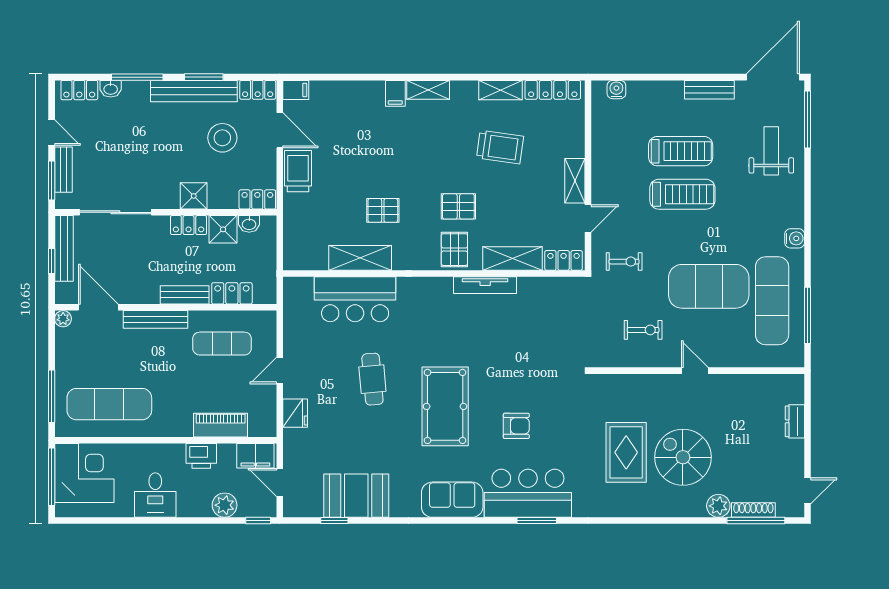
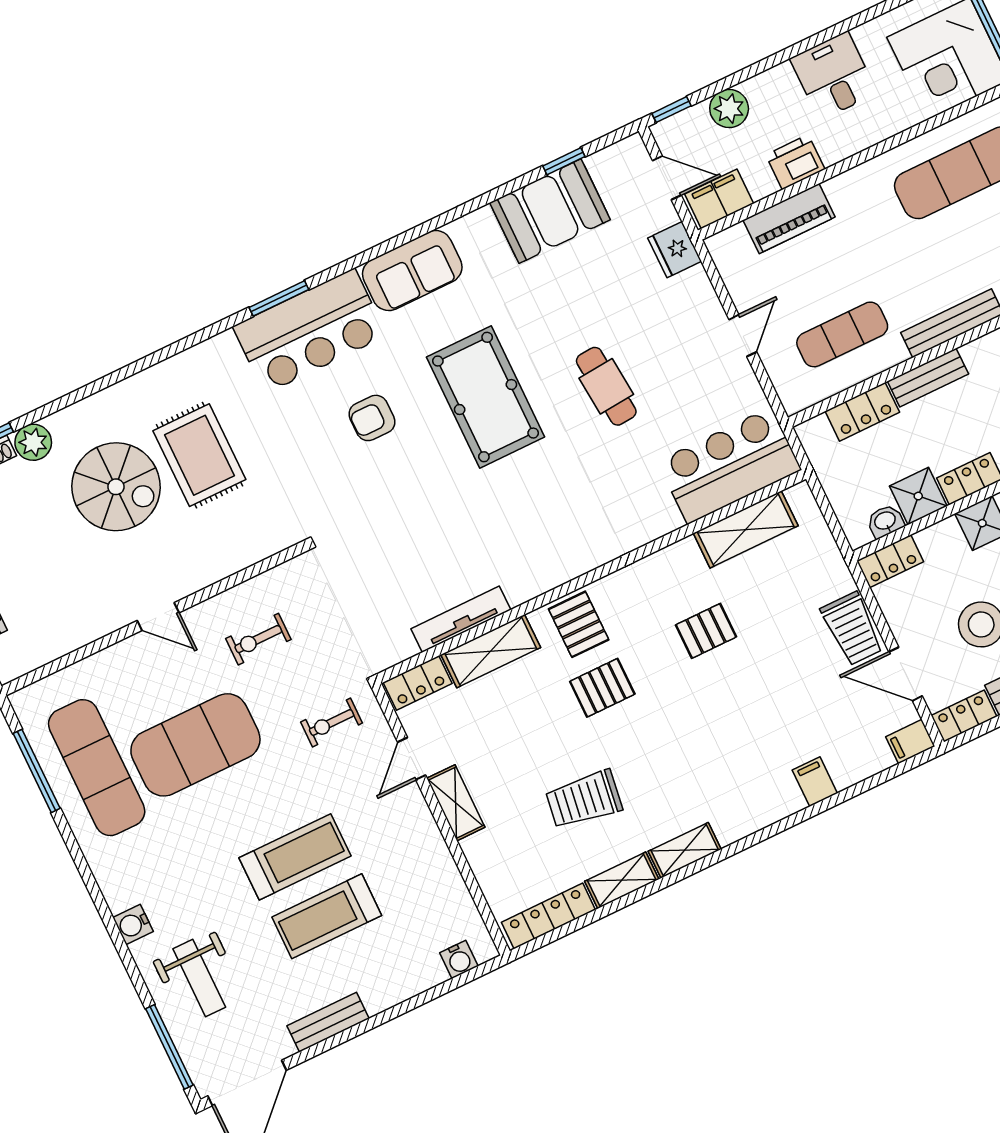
shelving: (428, 90) -> (685, 850), moved
filing cabinet: (395, 93) -> (815, 782), moved
treadmill: (682, 194) -> (295, 857), turned 180
water cooler: (795, 238) -> (133, 924), moved
shelving: (360, 258) -> (746, 529), moved
tv unit: (485, 285) -> (461, 619), moved
bar counter: (355, 299) -> (729, 466), moved
fridge: (295, 413) -> (675, 250), moved

